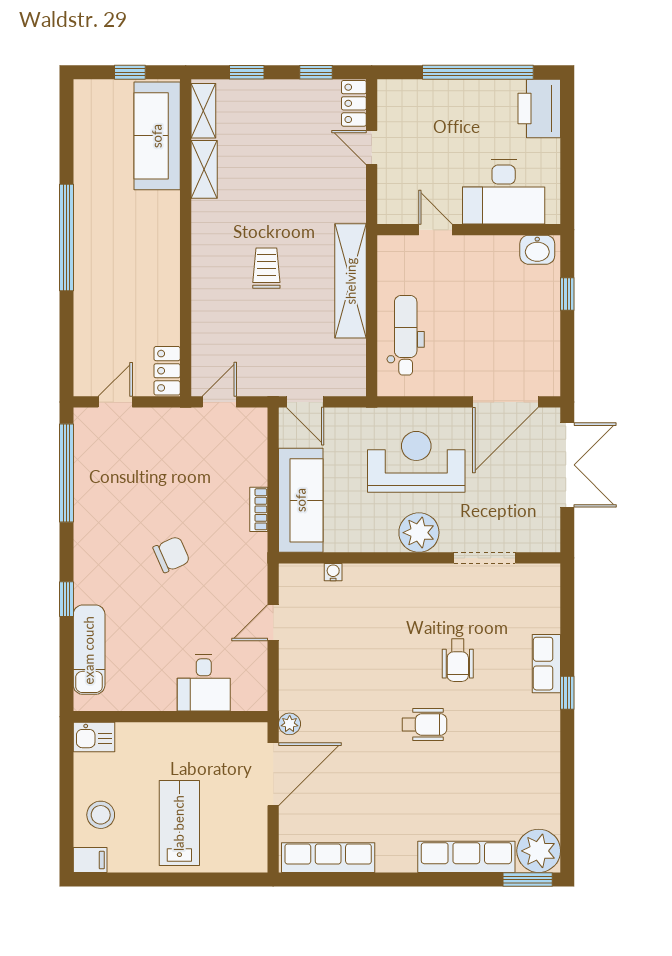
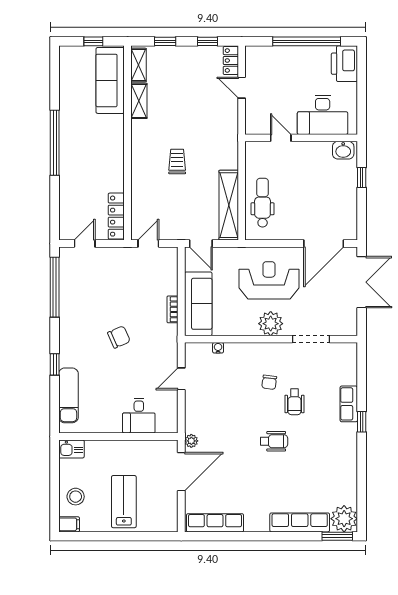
shelving: (351, 281) -> (229, 205), moved
locker: (167, 371) -> (116, 216), width x1.53
chair: (417, 628) -> (269, 382), added

